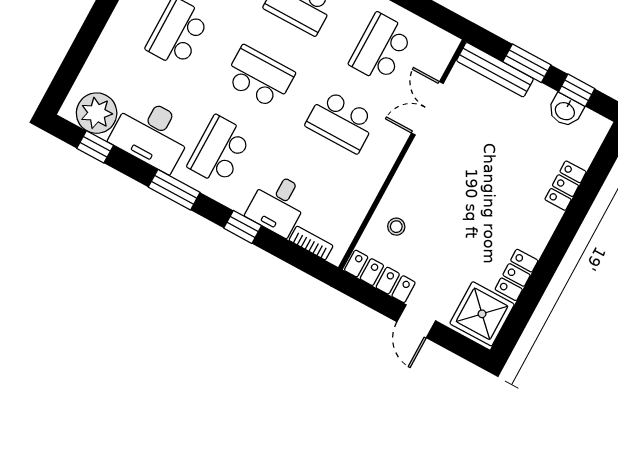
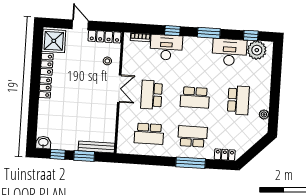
school desk: (381, 48) -> (149, 134), turned 90
double door: (427, 108) -> (119, 89), moved
washbasin: (565, 111) -> (43, 143), moved
school desk: (341, 121) -> (151, 95), turned -90
school desk: (219, 150) -> (197, 58), removed
locker: (566, 186) -> (45, 88), moved
desk: (278, 204) -> (166, 47), width x1.37

